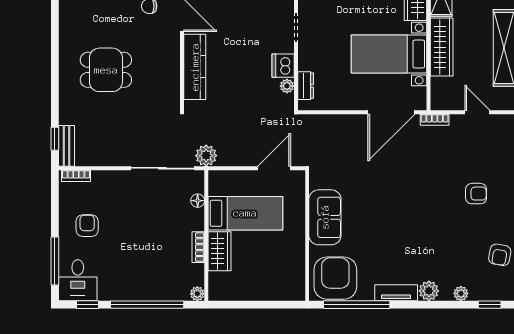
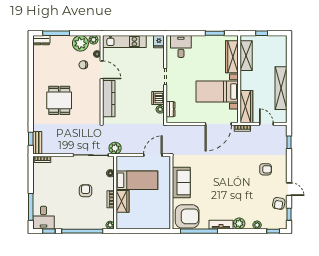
wardrobe: (442, 47) -> (246, 107), moved
dining table: (106, 70) -> (59, 100), turned 90
armchair: (87, 226) -> (86, 191), moved
armchair: (335, 278) -> (187, 216), turned 90

